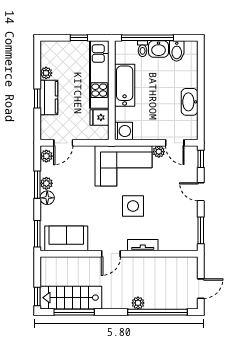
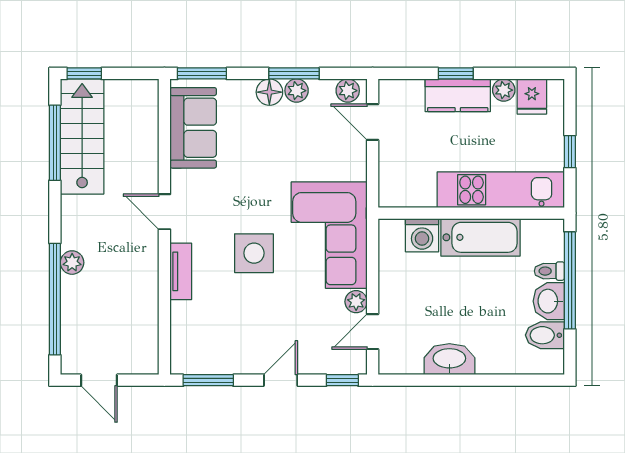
fridge: (99, 117) -> (532, 96), moved, turned 180
washing machine: (123, 131) -> (422, 235), moved

